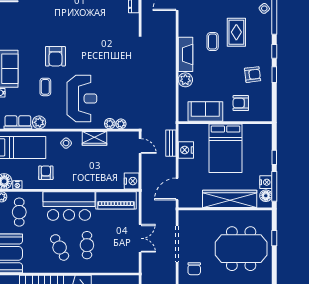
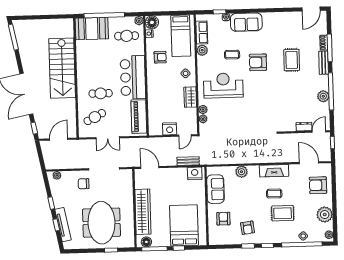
rug: (54, 16) -> (292, 60), added
fireplace: (185, 54) -> (274, 171), moved
reception desk: (82, 99) -> (223, 85), turned 180
bed: (226, 148) -> (184, 225), moved, turned 90
nightstand: (186, 150) -> (195, 173), moved
nightstand: (132, 181) -> (170, 129), moved
nightstand: (266, 182) -> (158, 242), removed
cafe table: (60, 247) -> (95, 117), moved

